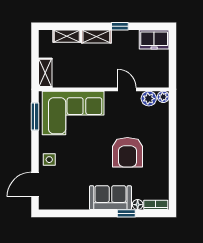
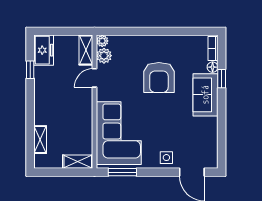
window: (120, 26) -> (30, 70), moved
shelving: (96, 37) -> (86, 50), moved
armchair: (127, 152) -> (159, 77), turned 90

